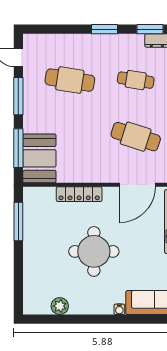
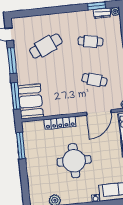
window: (105, 29) -> (66, 9), removed
cafe table: (70, 80) -> (46, 46), turned -33
cafe table: (136, 137) -> (94, 80), width x0.73, depth x0.74

